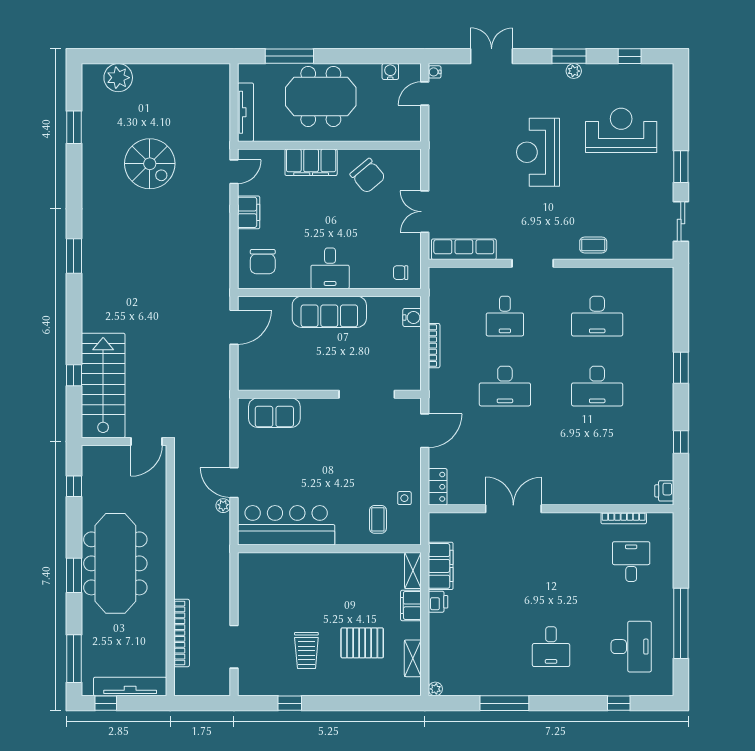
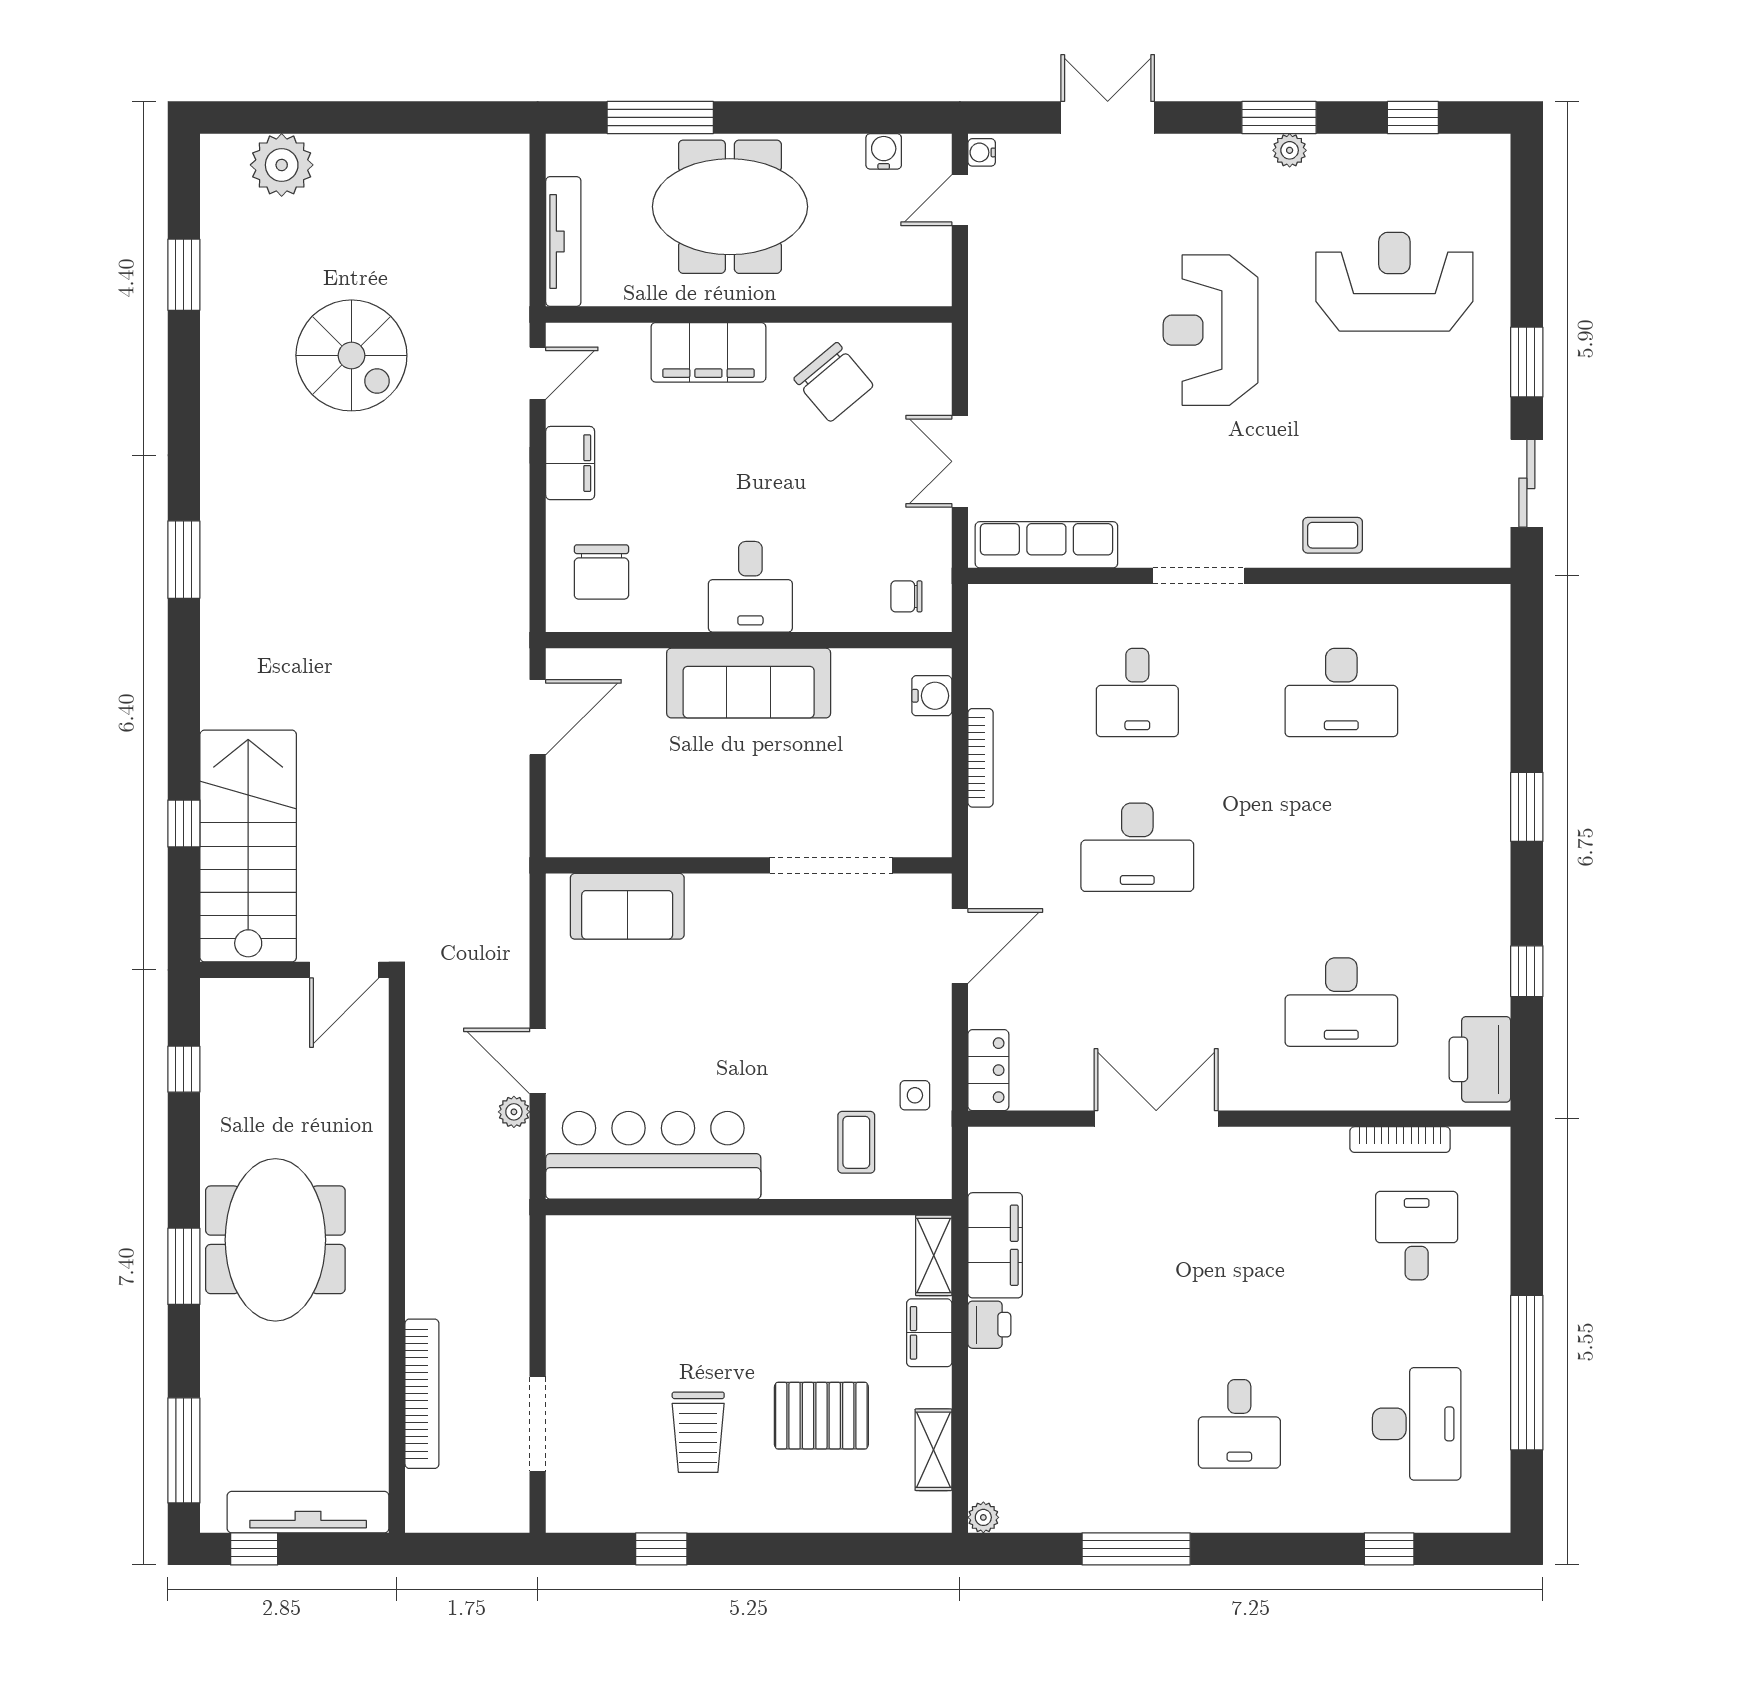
desk: (597, 386) -> (1341, 1002), moved
printer: (664, 491) -> (1480, 1059), width x1.87, depth x1.48
meeting table: (115, 563) -> (275, 1240), width x0.73

